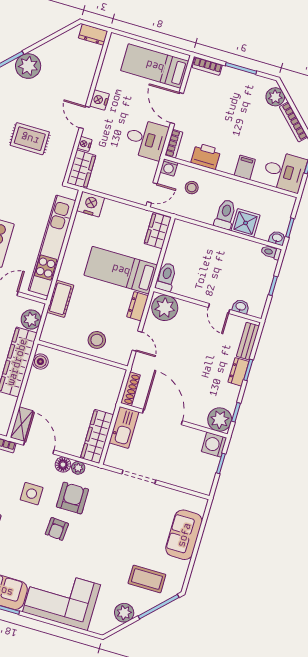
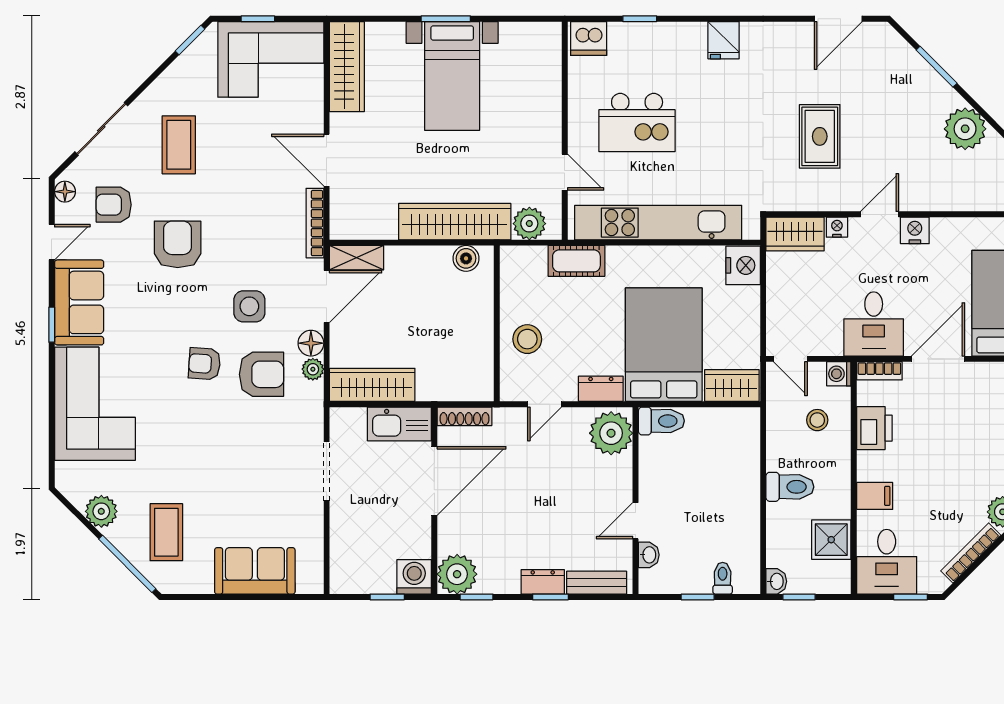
plant: (28, 66) -> (965, 129), moved
shower: (246, 223) -> (831, 540), moved
toilet: (271, 252) -> (723, 578), moved
bed: (121, 270) -> (664, 345), width x1.50

